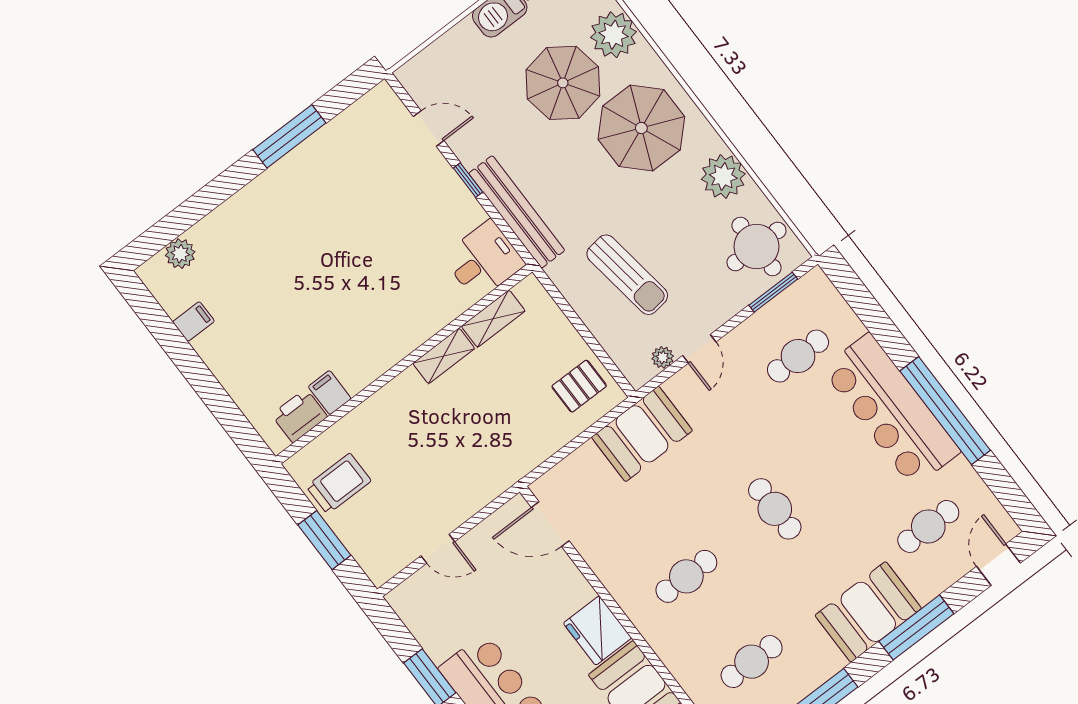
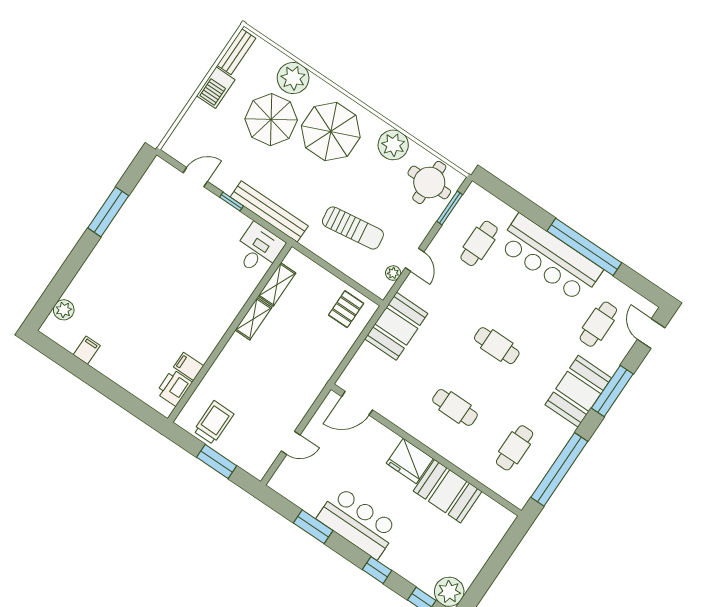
cafe table: (686, 576) -> (455, 407), turned 90

